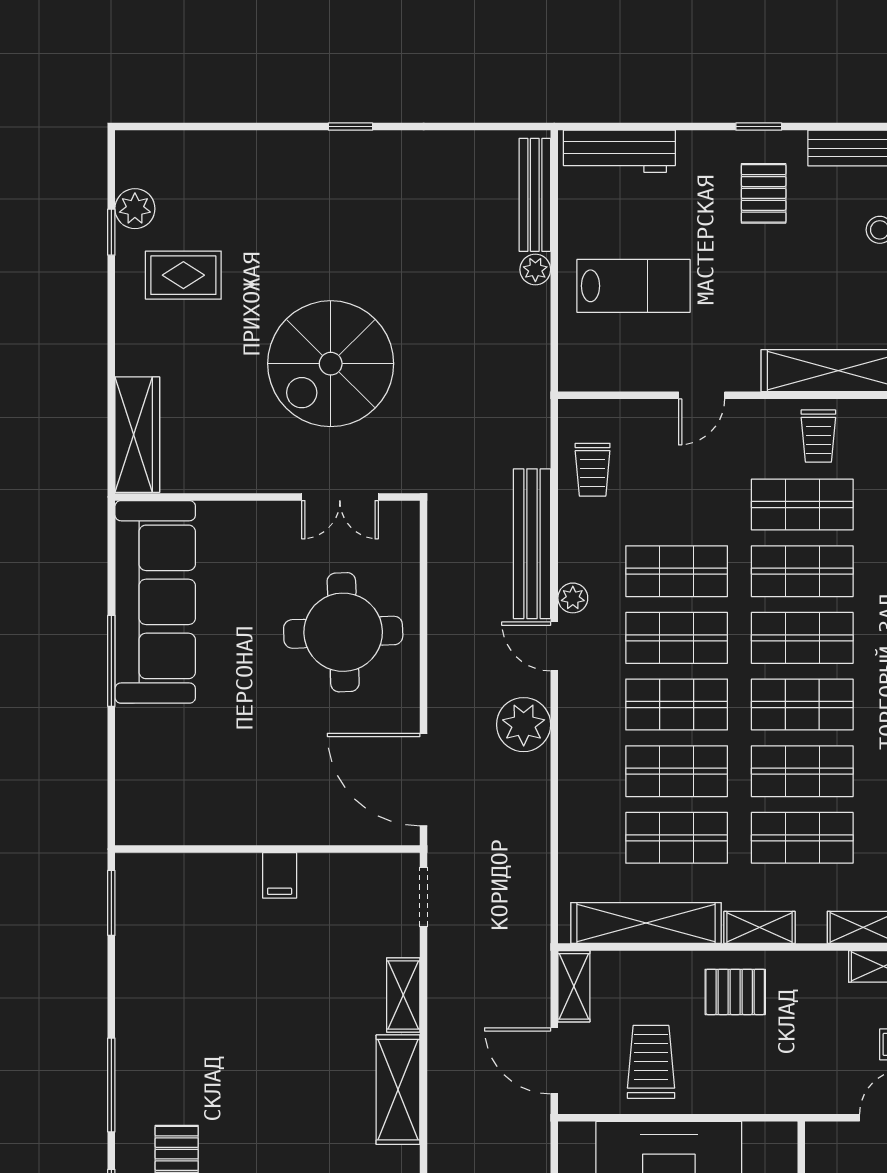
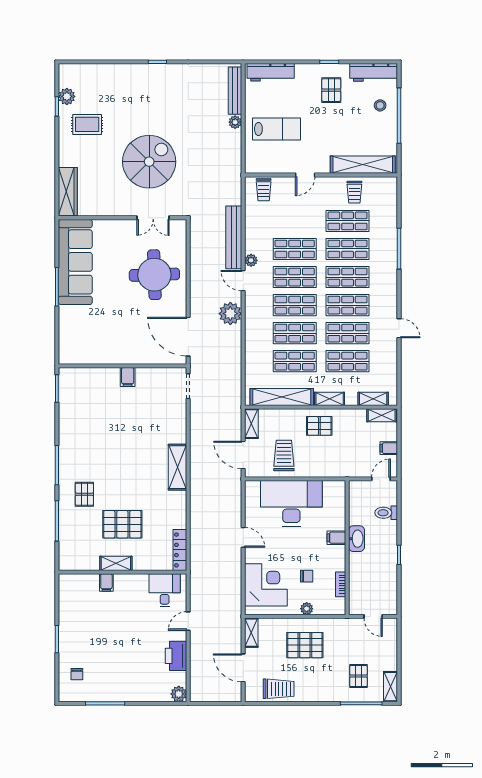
spiral stairs: (331, 364) -> (149, 162), turned 180
trolley: (593, 470) -> (264, 190), moved
shelving: (403, 995) -> (180, 427), removed

